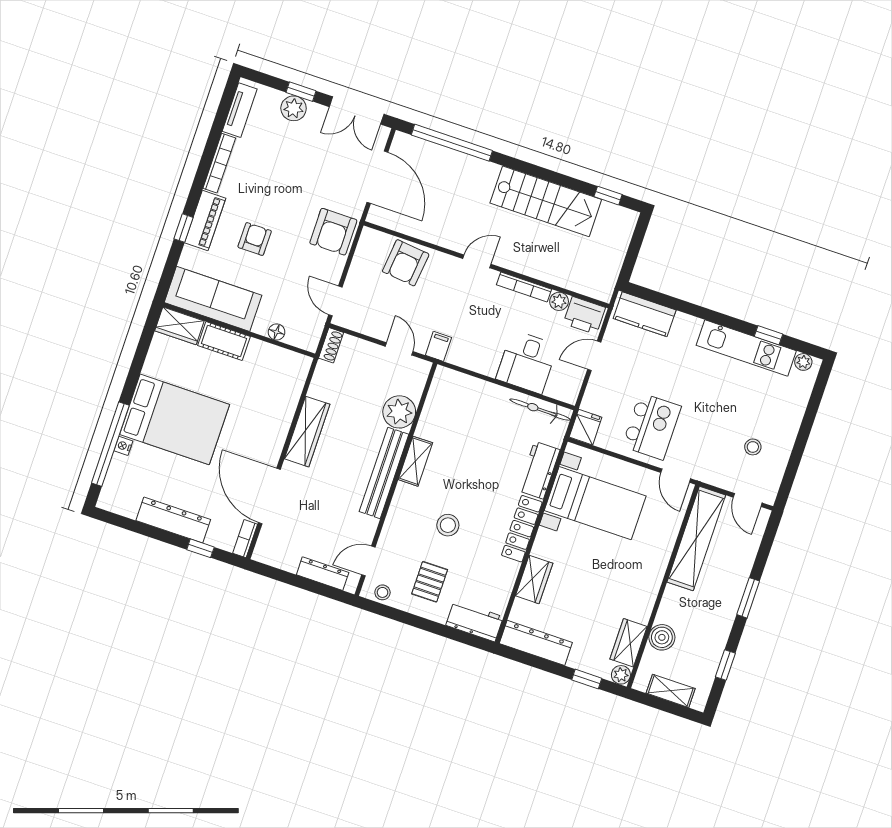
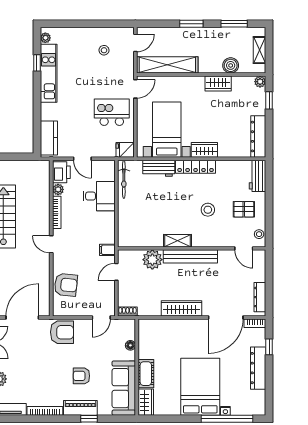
dresser: (323, 574) -> (260, 297), moved
wardrobe: (534, 580) -> (204, 150), moved
wardrobe: (628, 643) -> (218, 83), moved
window: (725, 665) -> (234, 24), width x1.50

